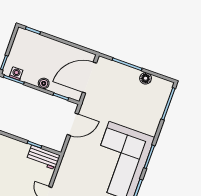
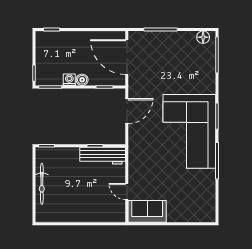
washing machine: (16, 74) -> (69, 80), moved
door: (89, 78) -> (127, 57), hinge flipped
floor lamp: (146, 78) -> (203, 37), moved
workbench: (43, 157) -> (103, 156), width x1.37

